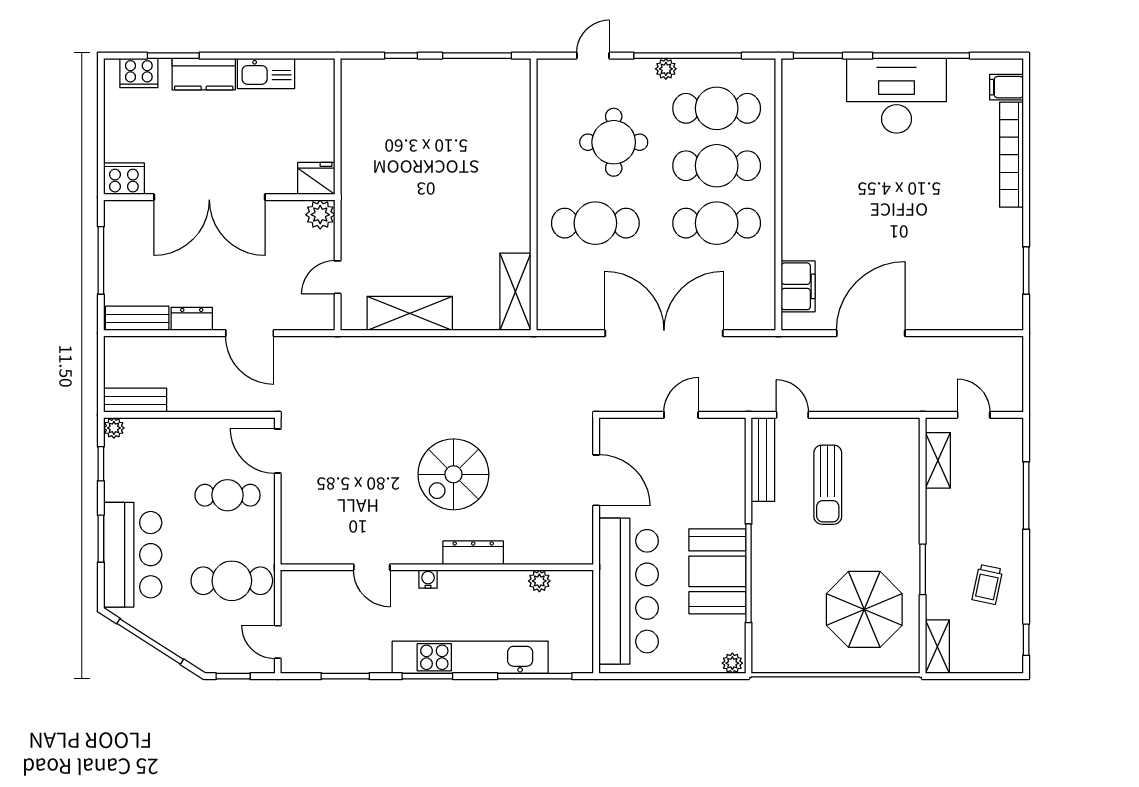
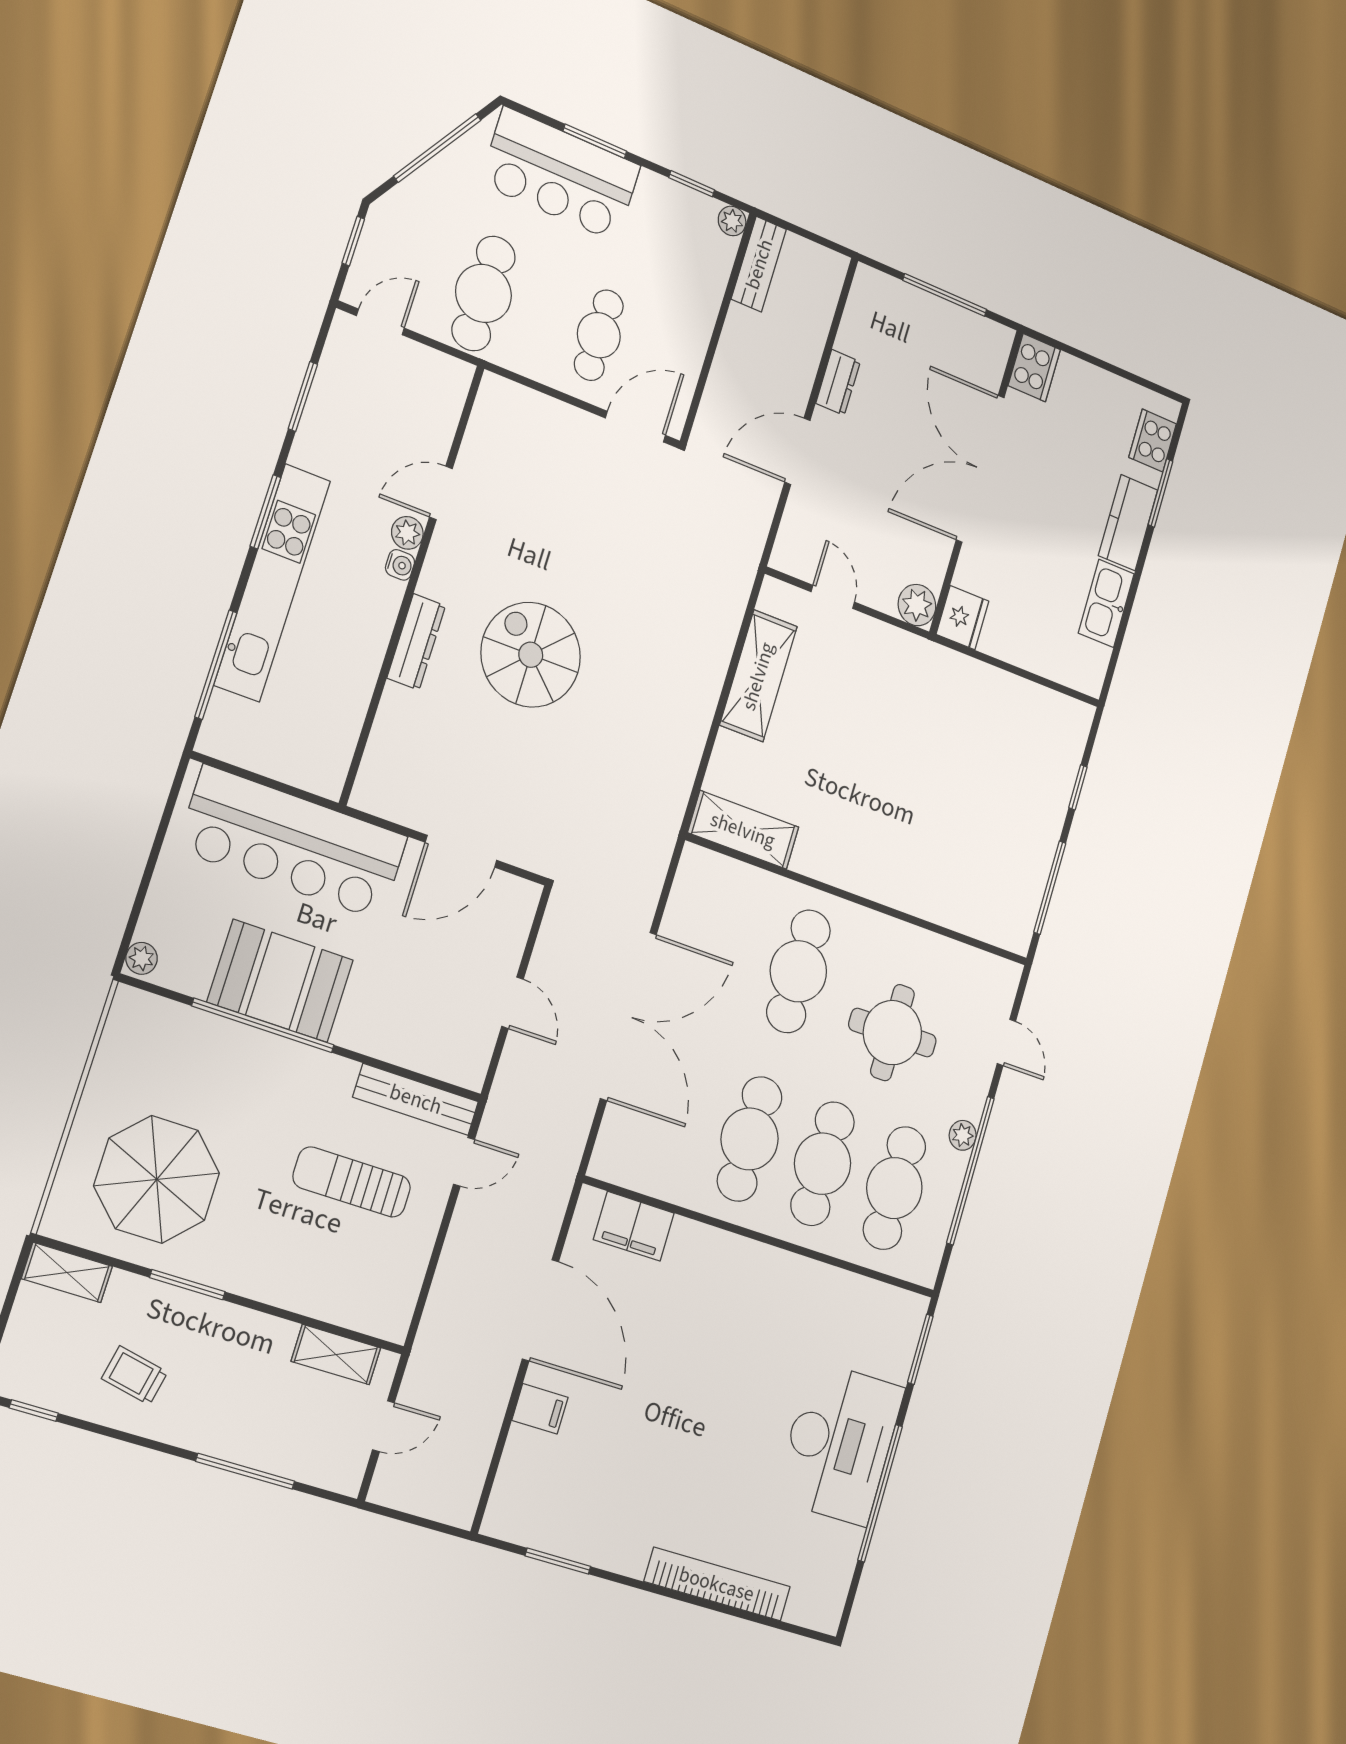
filing cabinet: (1006, 87) -> (540, 1409), moved, turned 90
bench: (137, 318) -> (860, 311), removed
plant: (539, 581) -> (407, 533), moved

